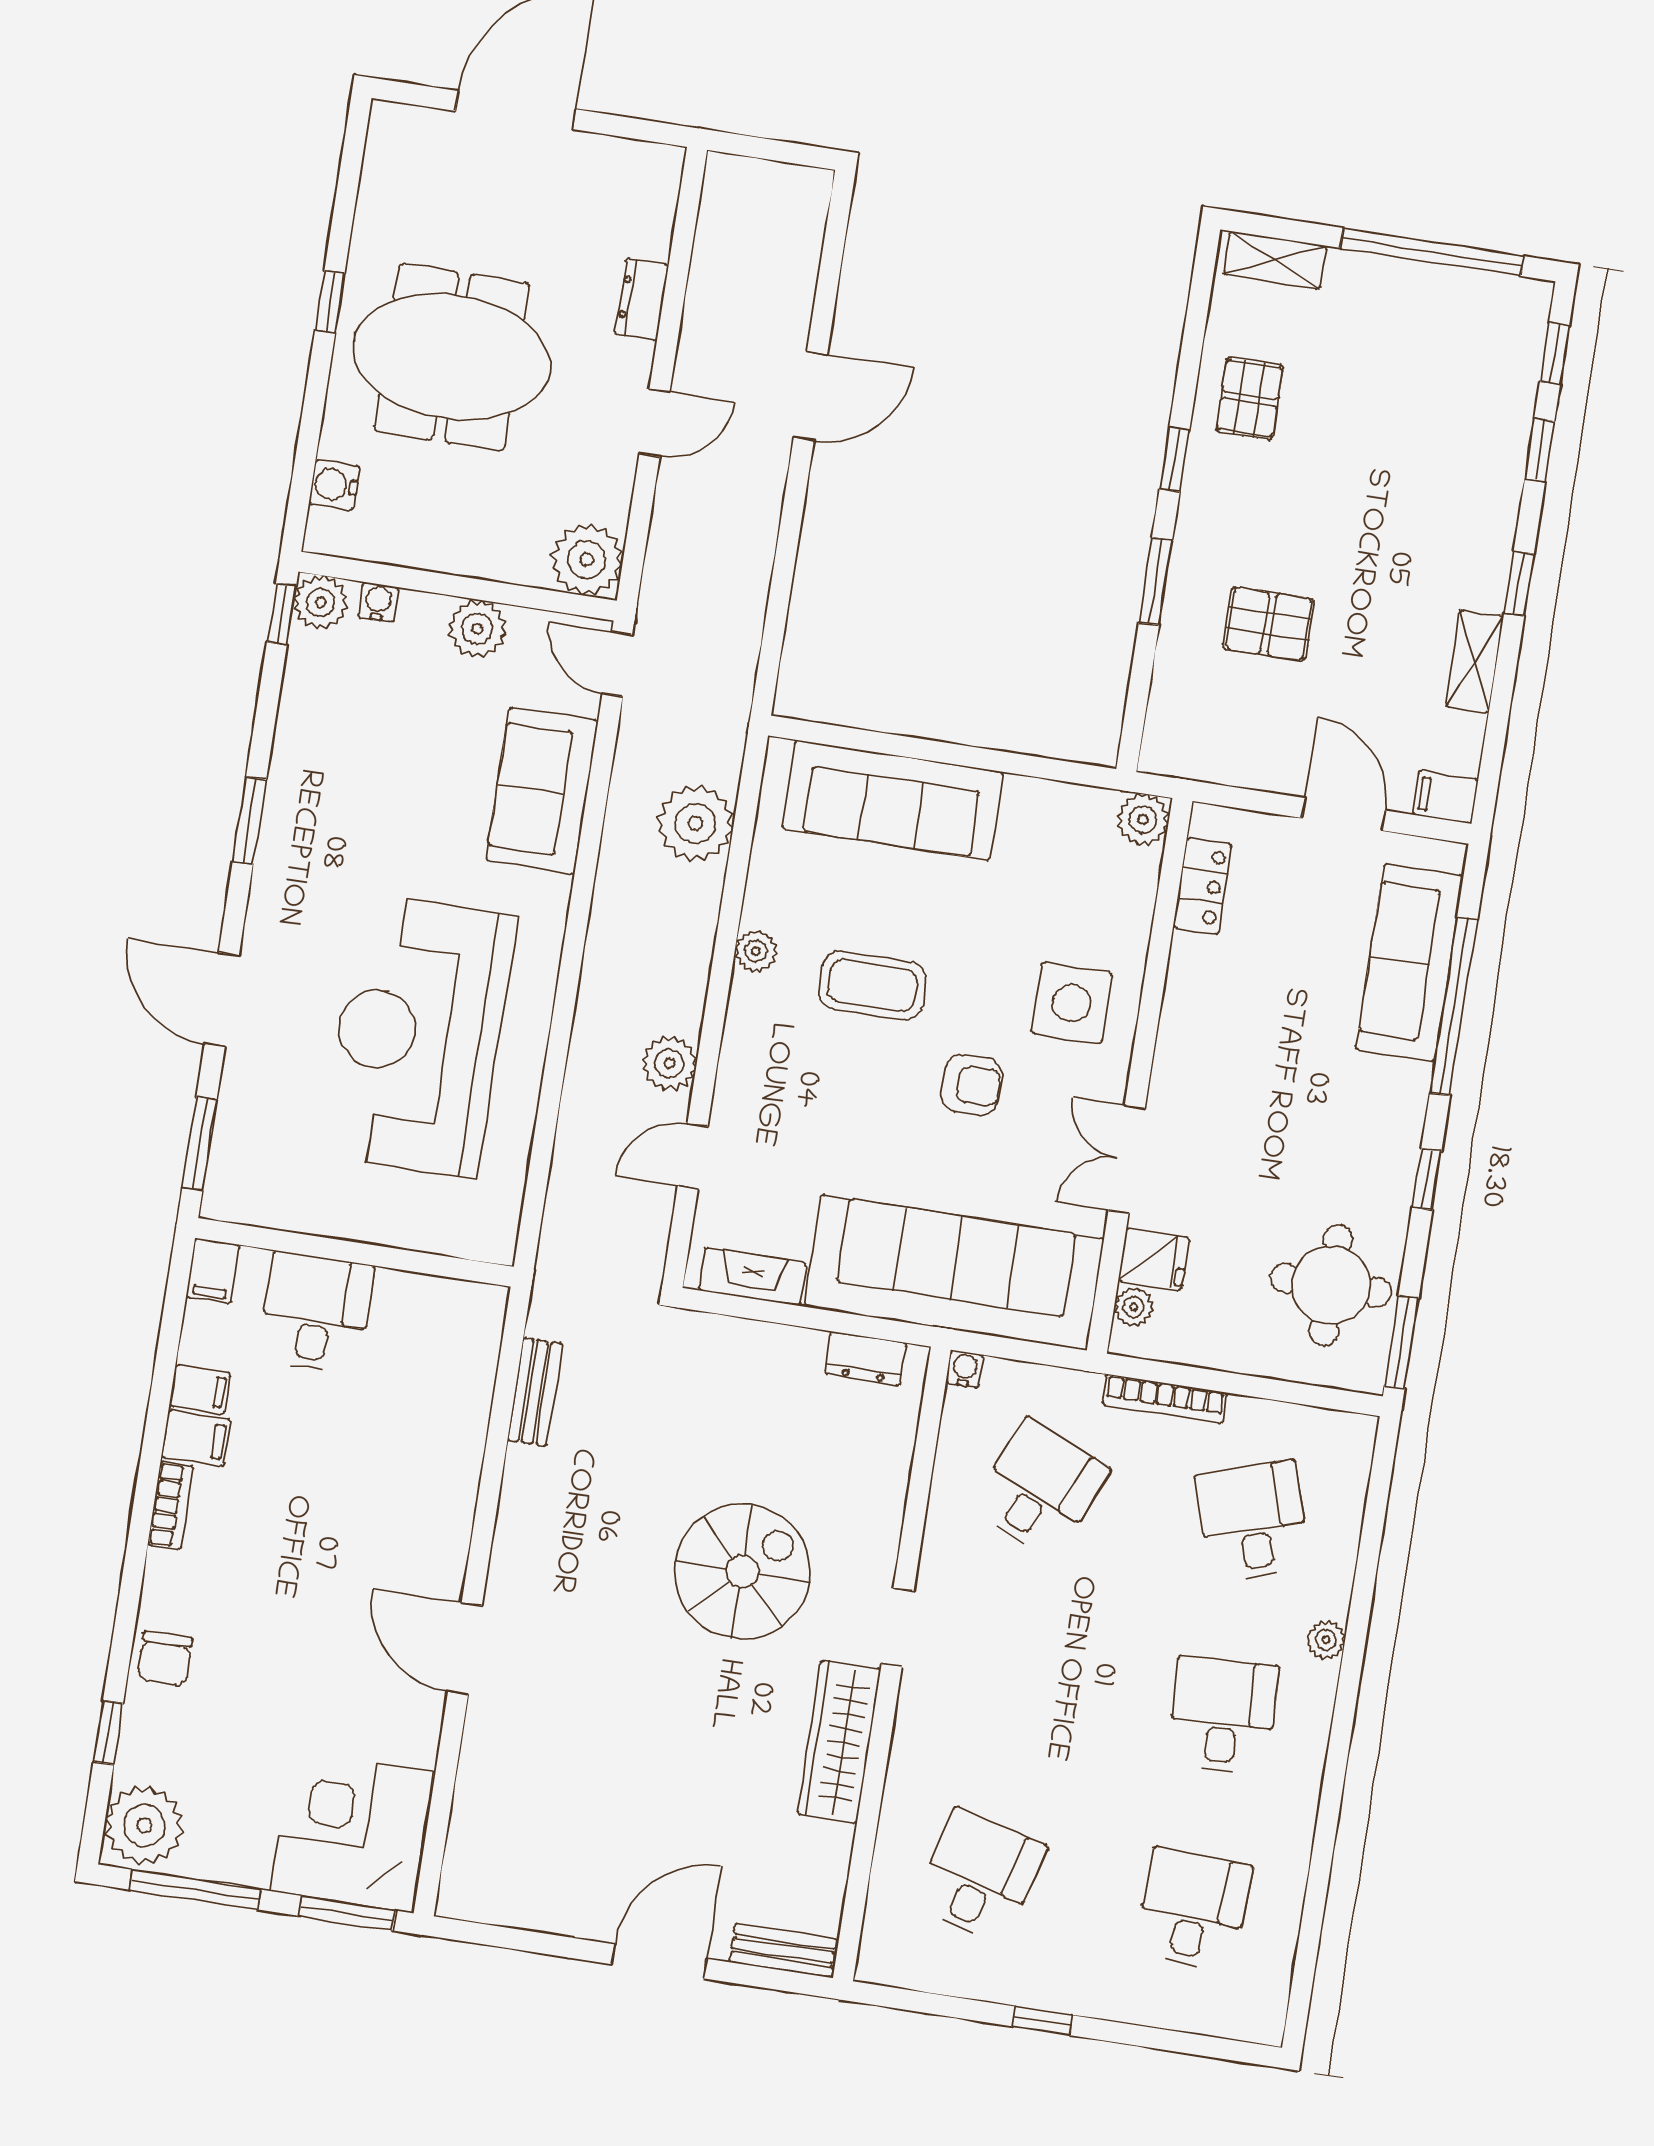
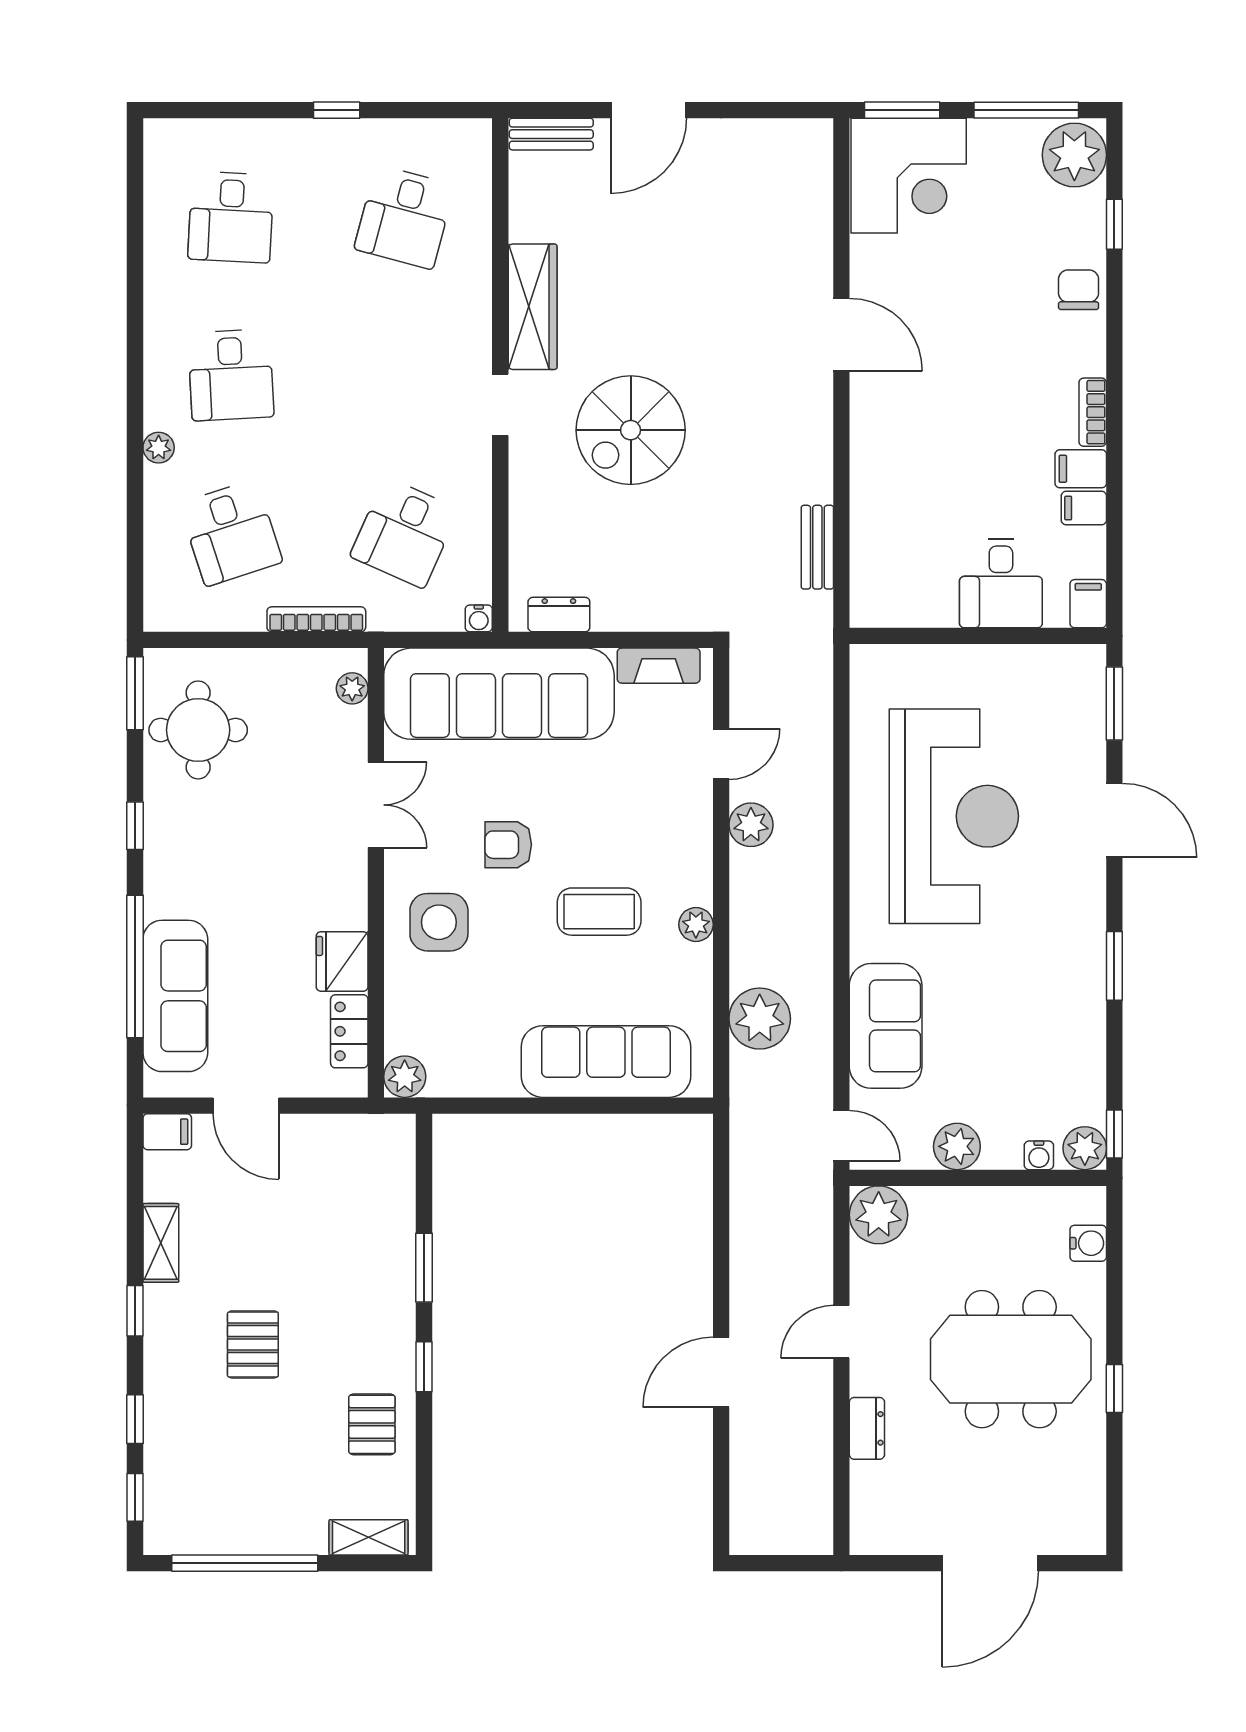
pallet: (1268, 624) -> (253, 1344), moved, turned 90
fridge: (1154, 1259) -> (342, 961), moved, width x1.38

